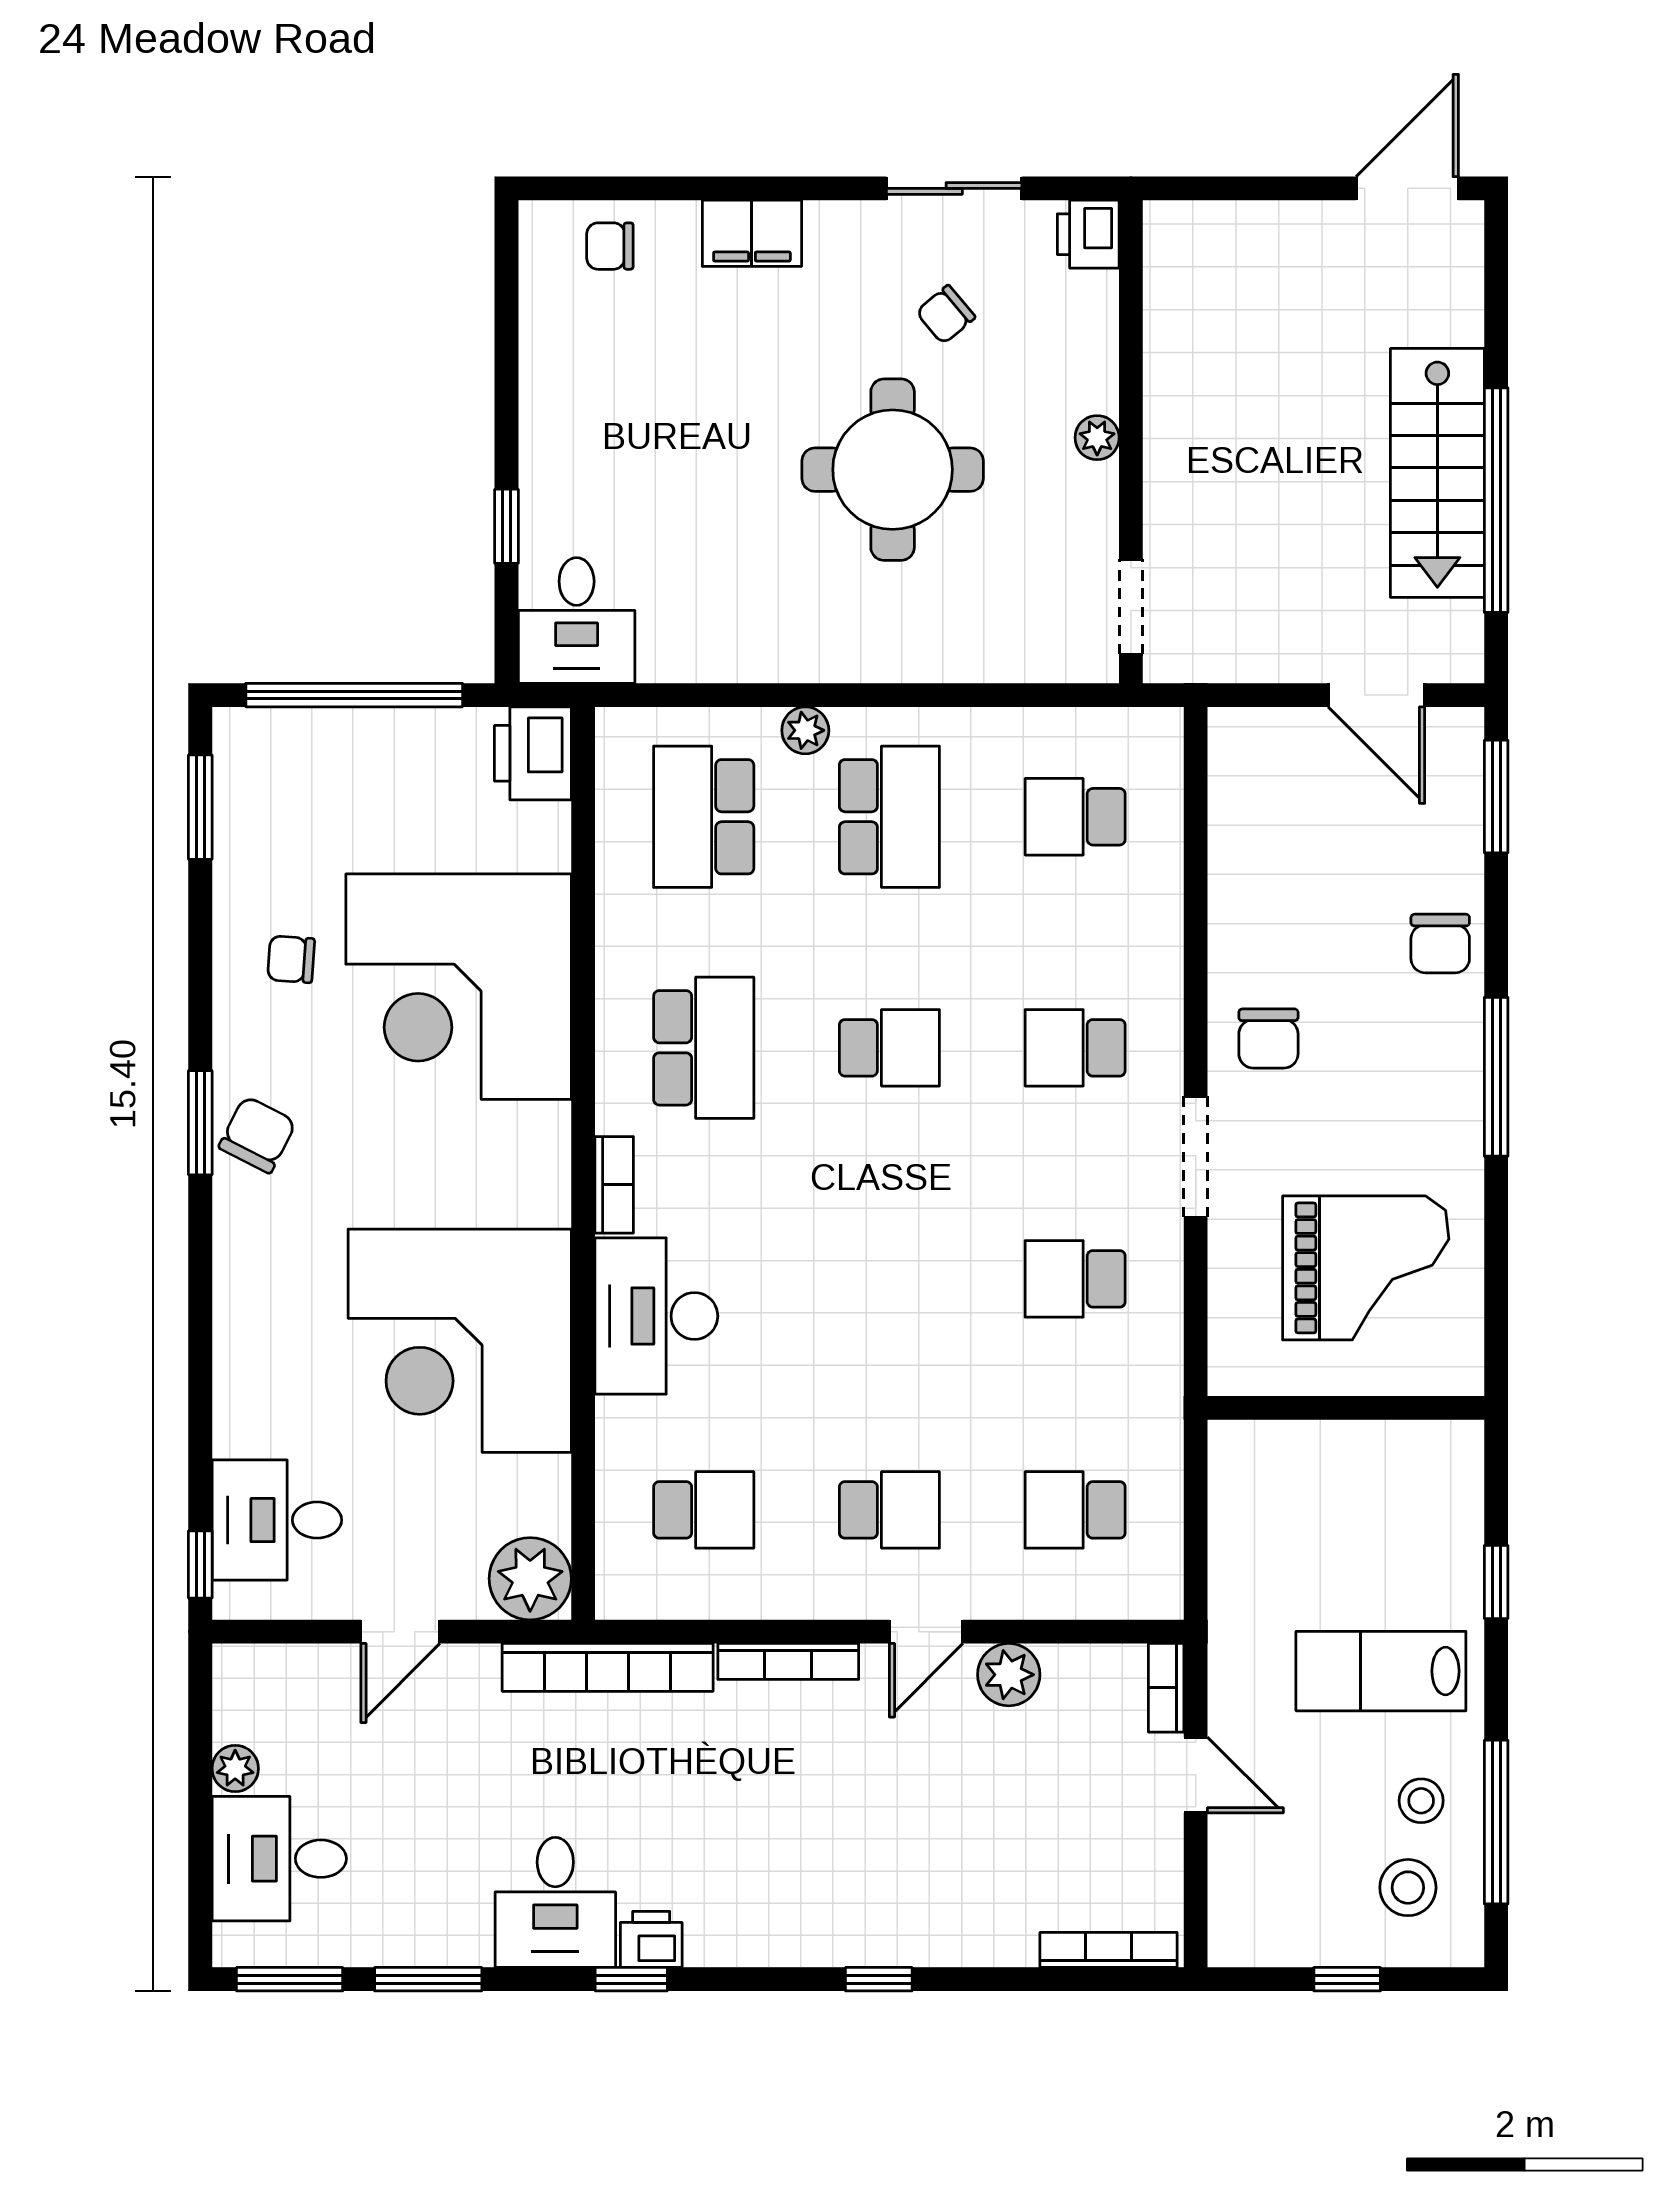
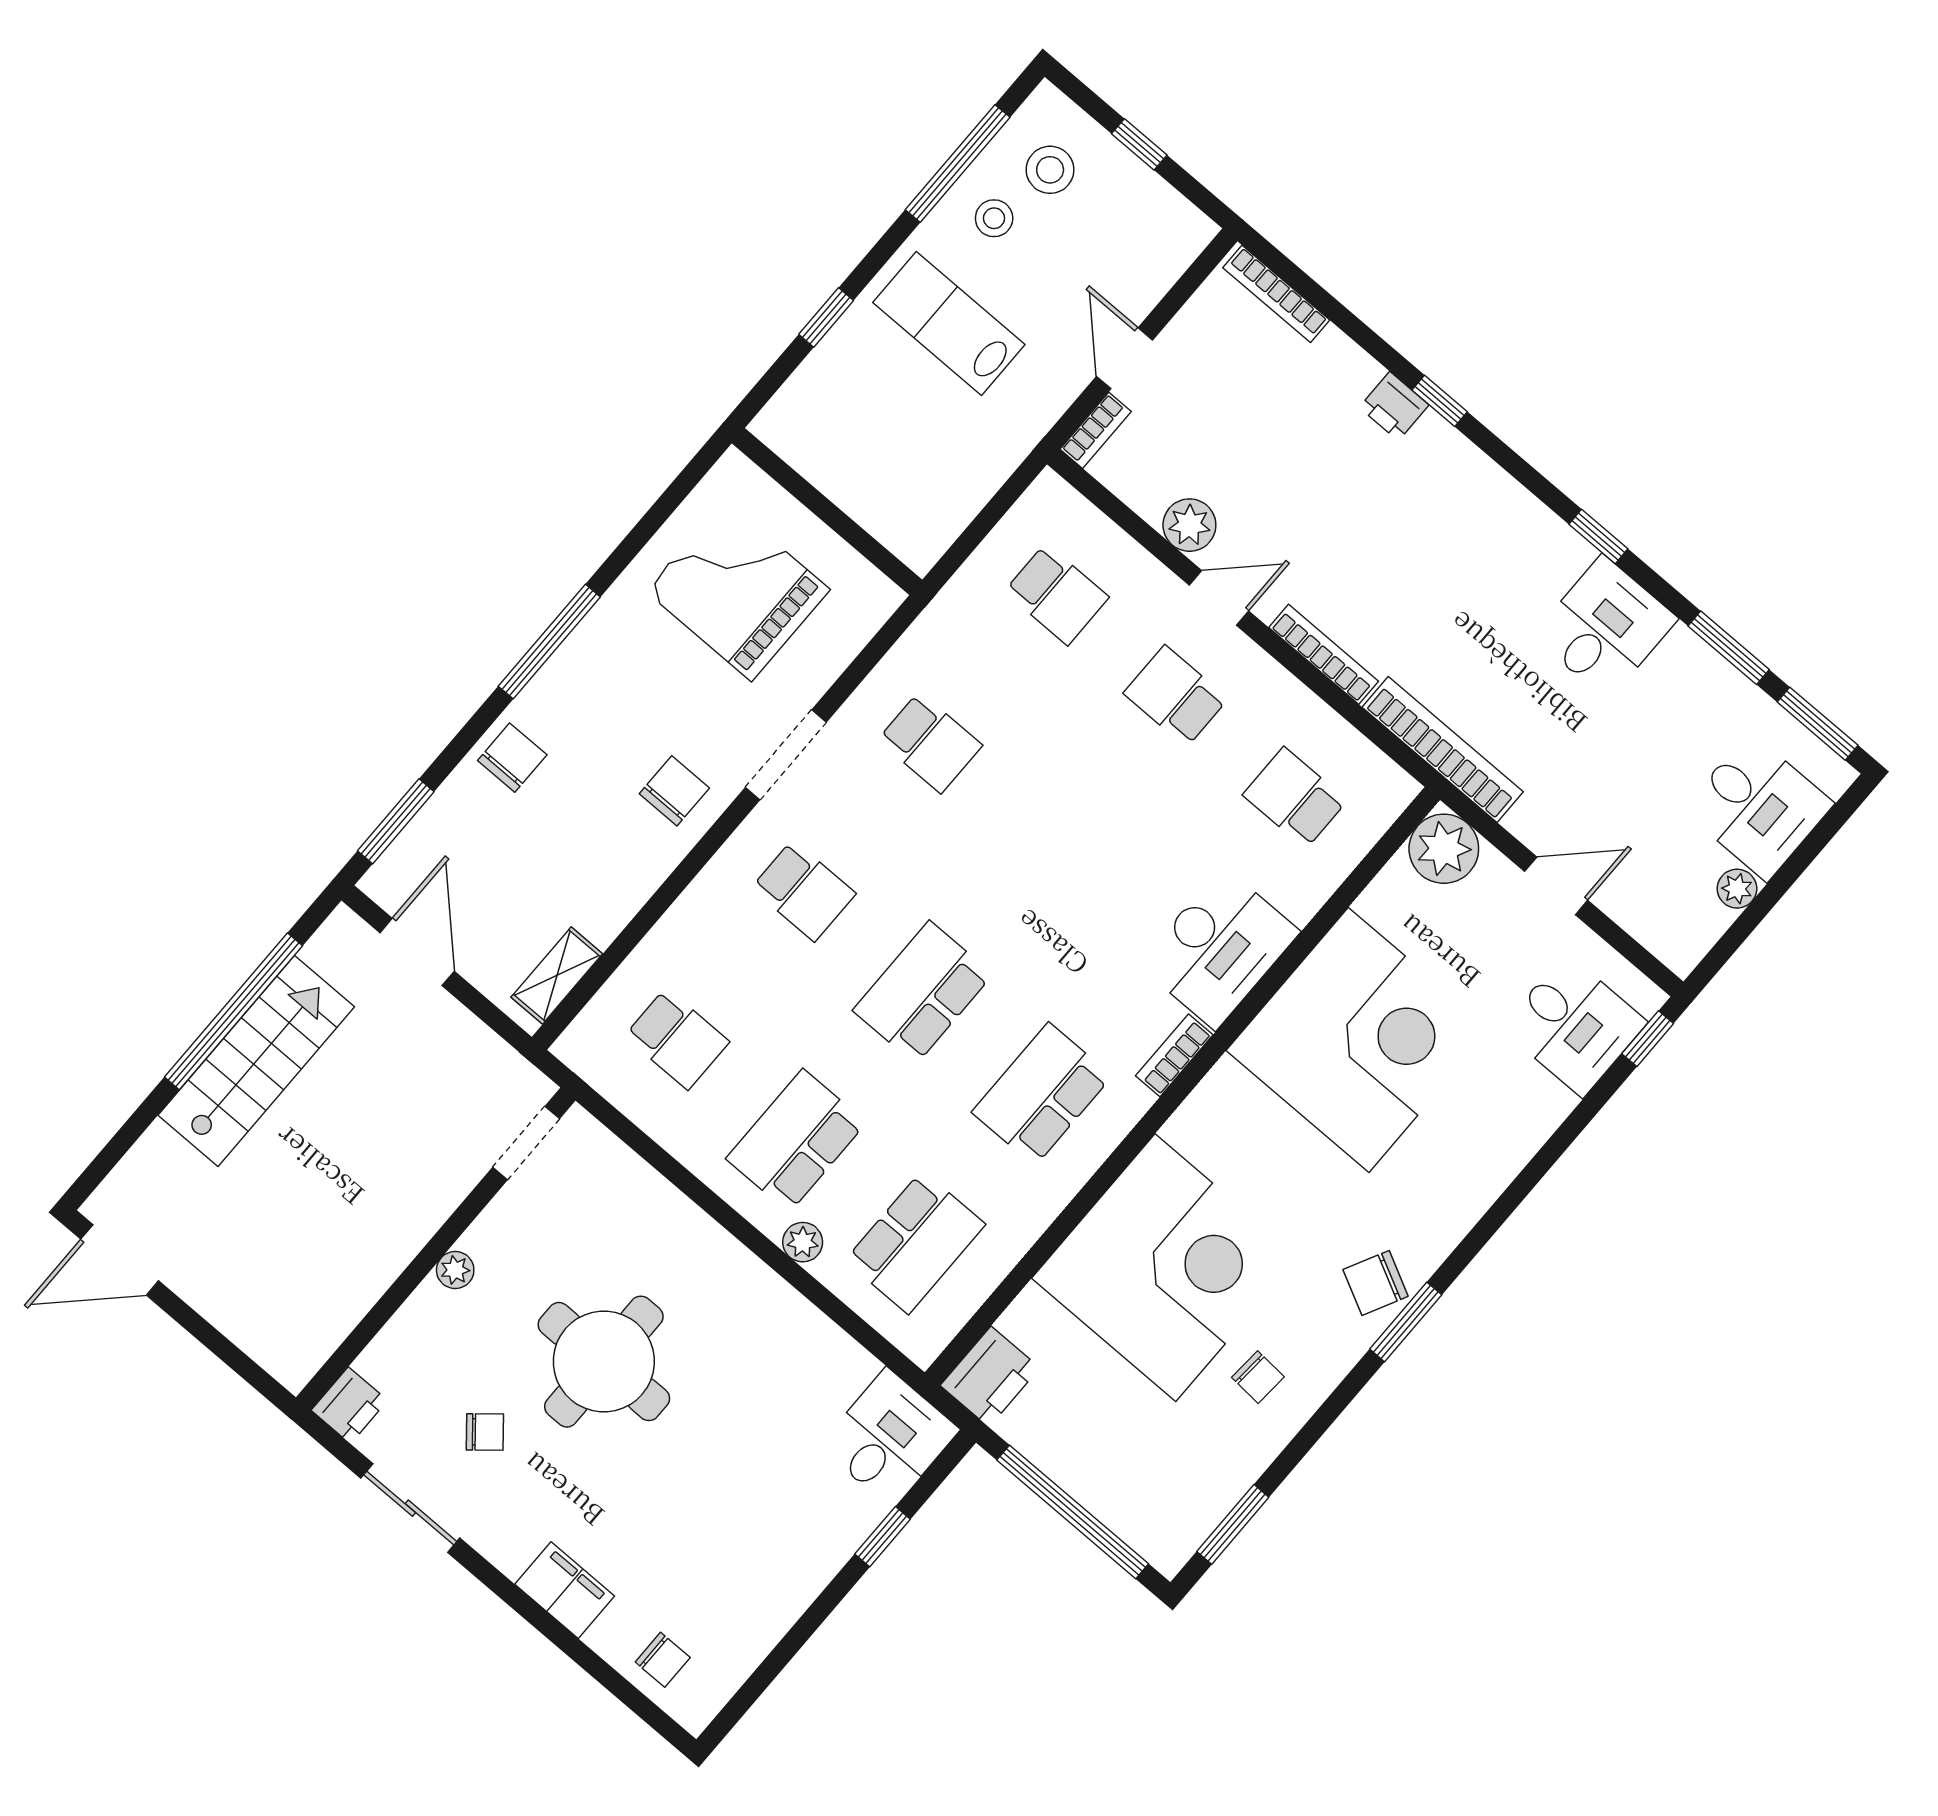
shelving: (1232, 781) -> (557, 976), added
school desk: (889, 1048) -> (923, 992), width x1.85
lab bench: (1381, 1671) -> (949, 323), turned 180
printer: (651, 1939) -> (1394, 406), moved

